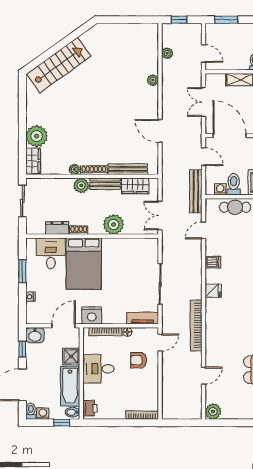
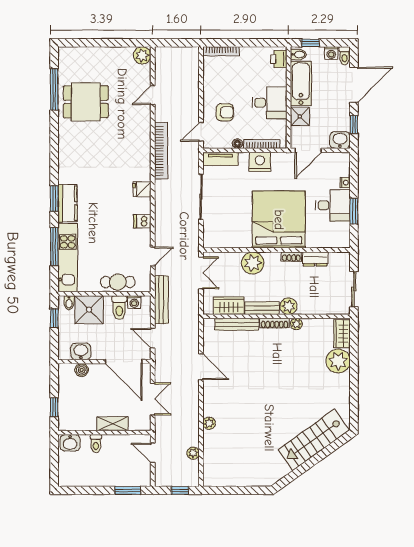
desk: (51, 253) -> (333, 205), moved, turned -90
bed: (84, 264) -> (279, 220), width x1.36
nightstand: (92, 316) -> (260, 162), moved

